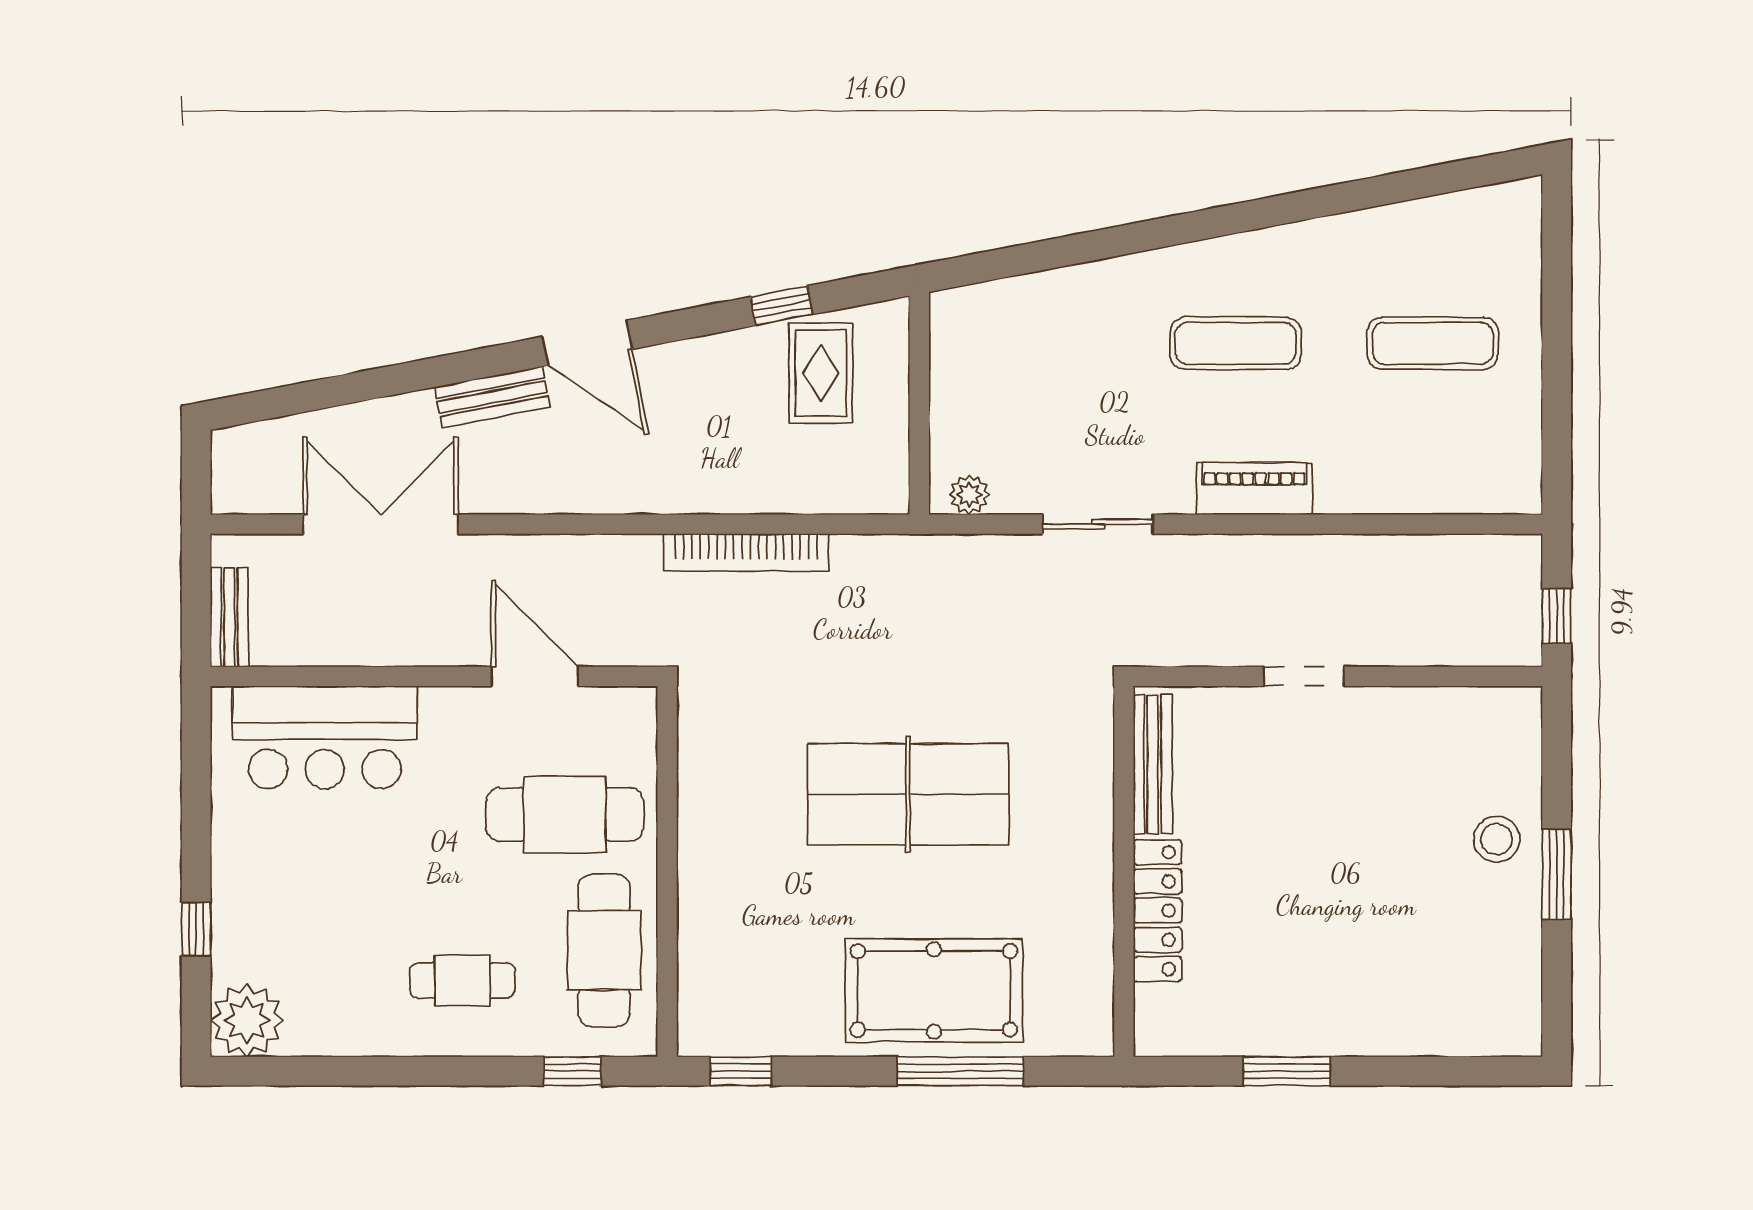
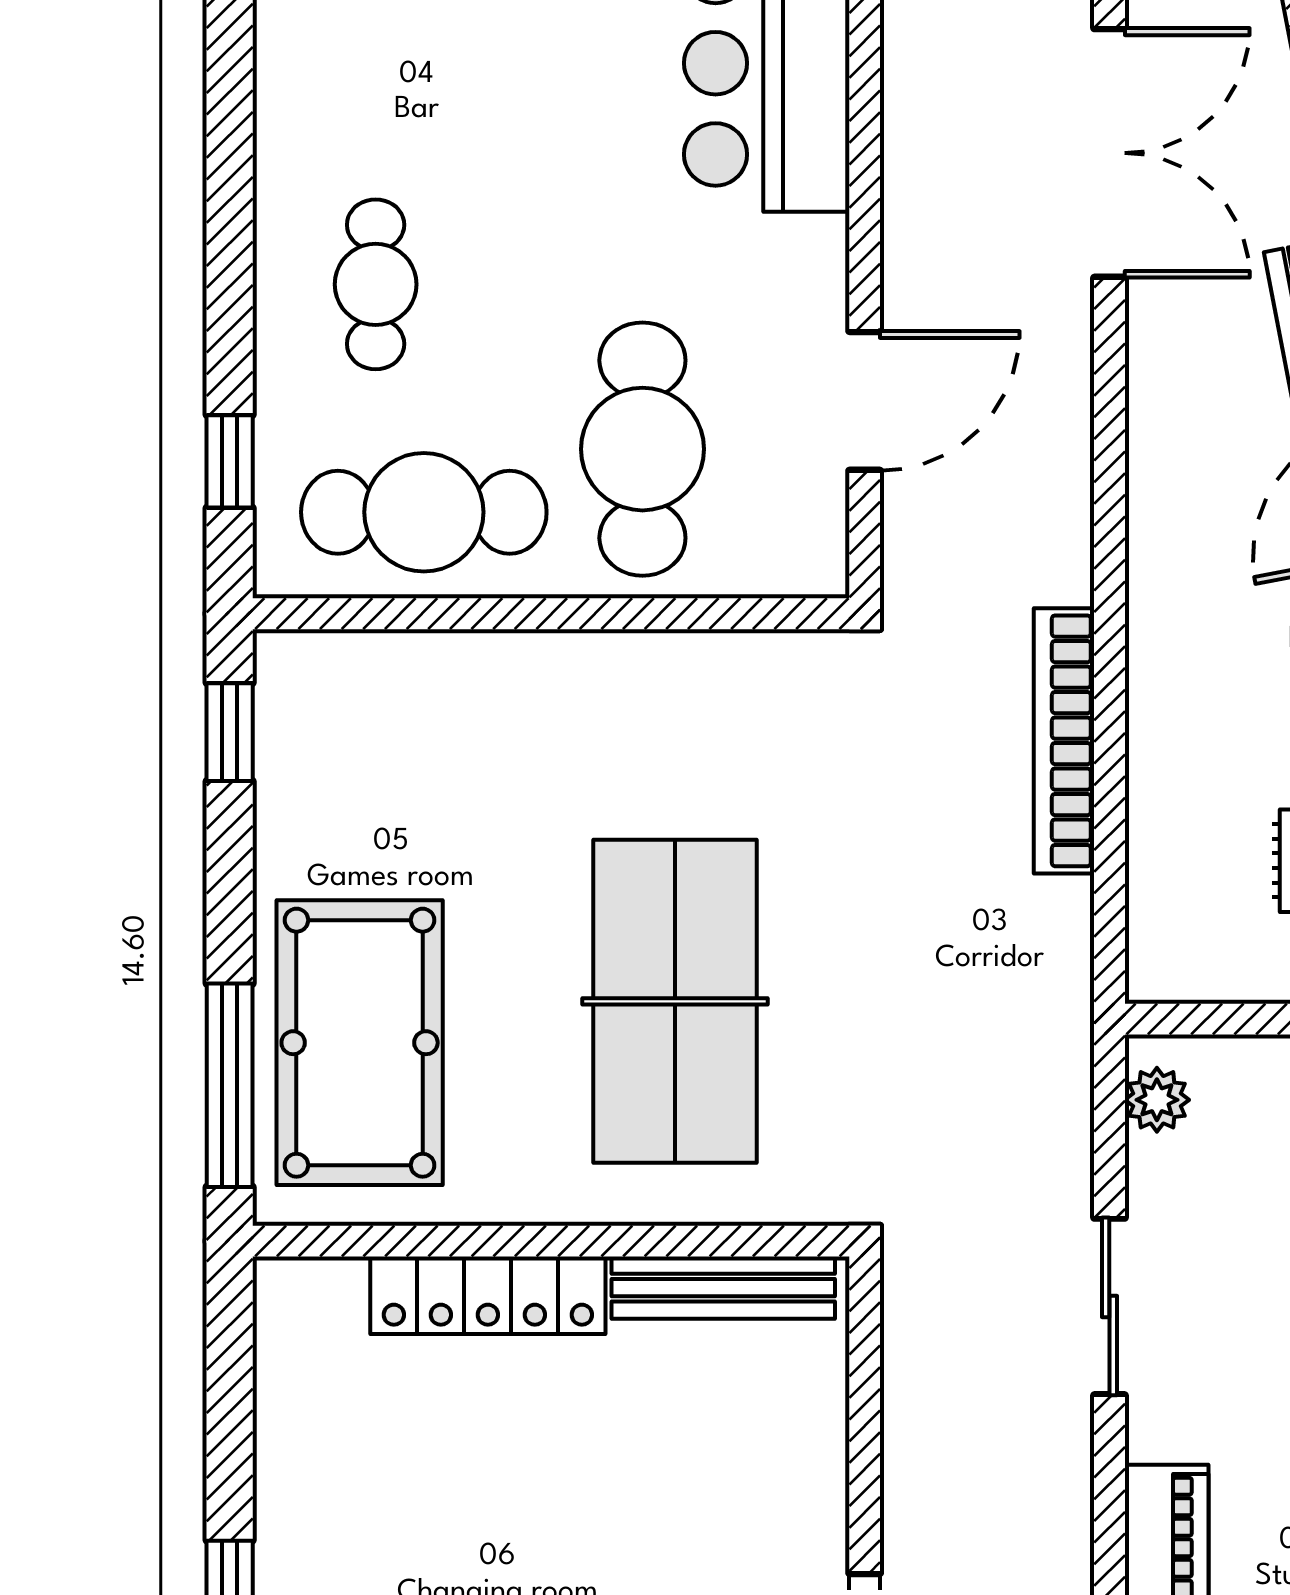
bench: (1153, 764) -> (723, 1288), moved
wall: (1124, 871) -> (551, 1241), moved
locker: (1157, 911) -> (488, 1295), moved

